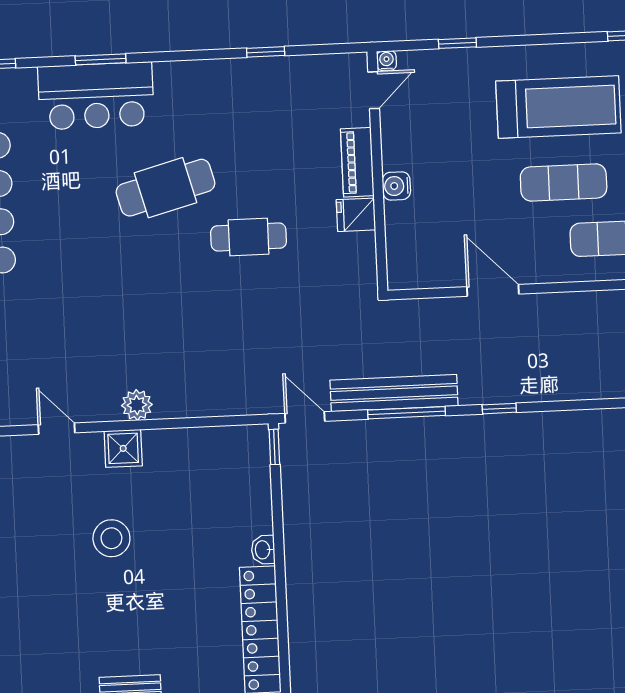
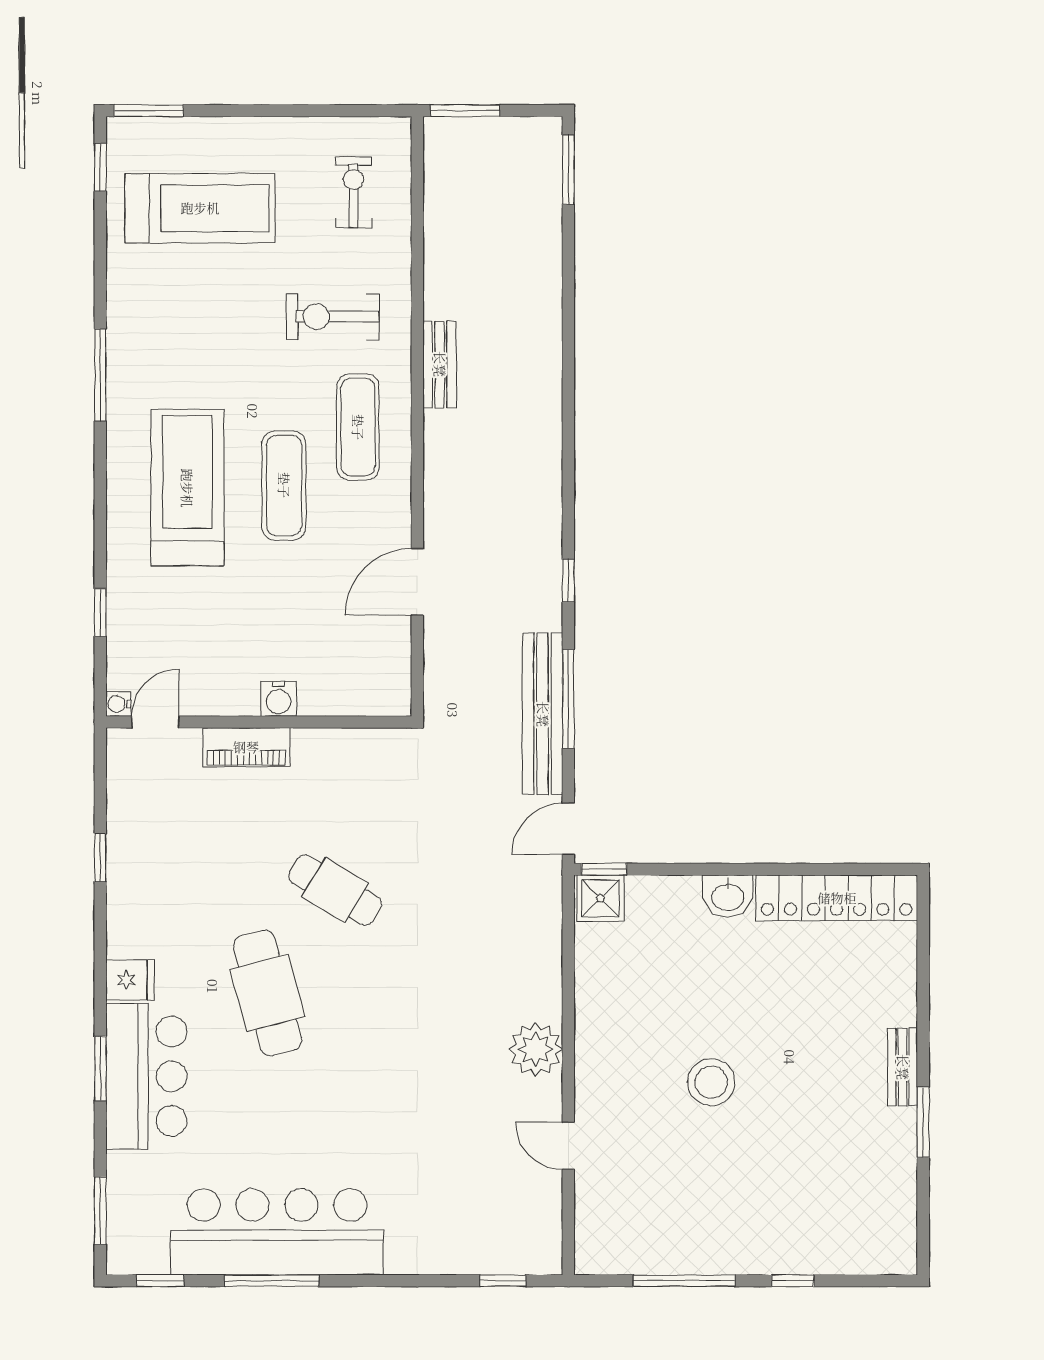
door: (374, 90) -> (155, 722), hinge flipped
fridge: (356, 215) -> (130, 980), moved, turned -90
cafe table: (249, 237) -> (335, 890), turned -59
plant: (137, 405) -> (536, 1049), width x1.36, depth x1.36
door: (57, 429) -> (568, 1146), hinge flipped
shower: (123, 448) -> (600, 898), moved
washbasin: (263, 550) -> (728, 896), width x1.38, depth x1.45

